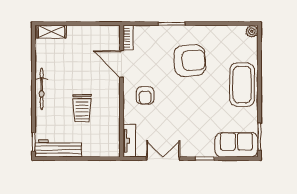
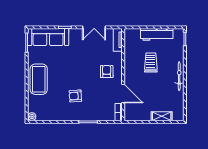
shelving: (52, 32) -> (162, 116), moved
armchair: (190, 61) -> (75, 96), width x0.53, depth x0.53
sofa: (236, 145) -> (48, 37), width x1.36
workbench: (58, 148) -> (157, 34), moved

